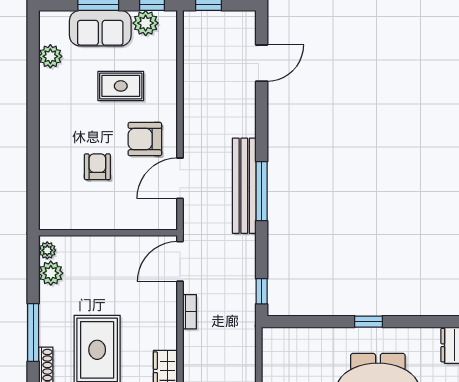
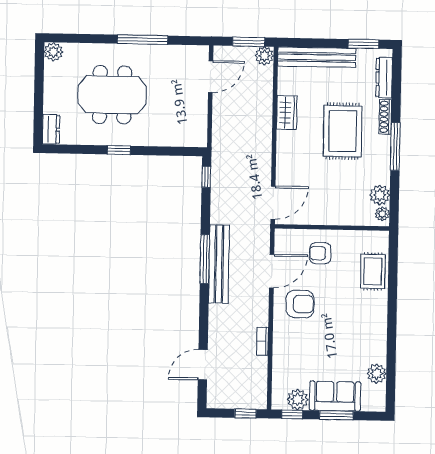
rug: (121, 86) -> (373, 271), moved, turned 90
armchair: (97, 167) -> (320, 253), moved, turned 90
bookcase: (190, 312) -> (263, 341), moved

